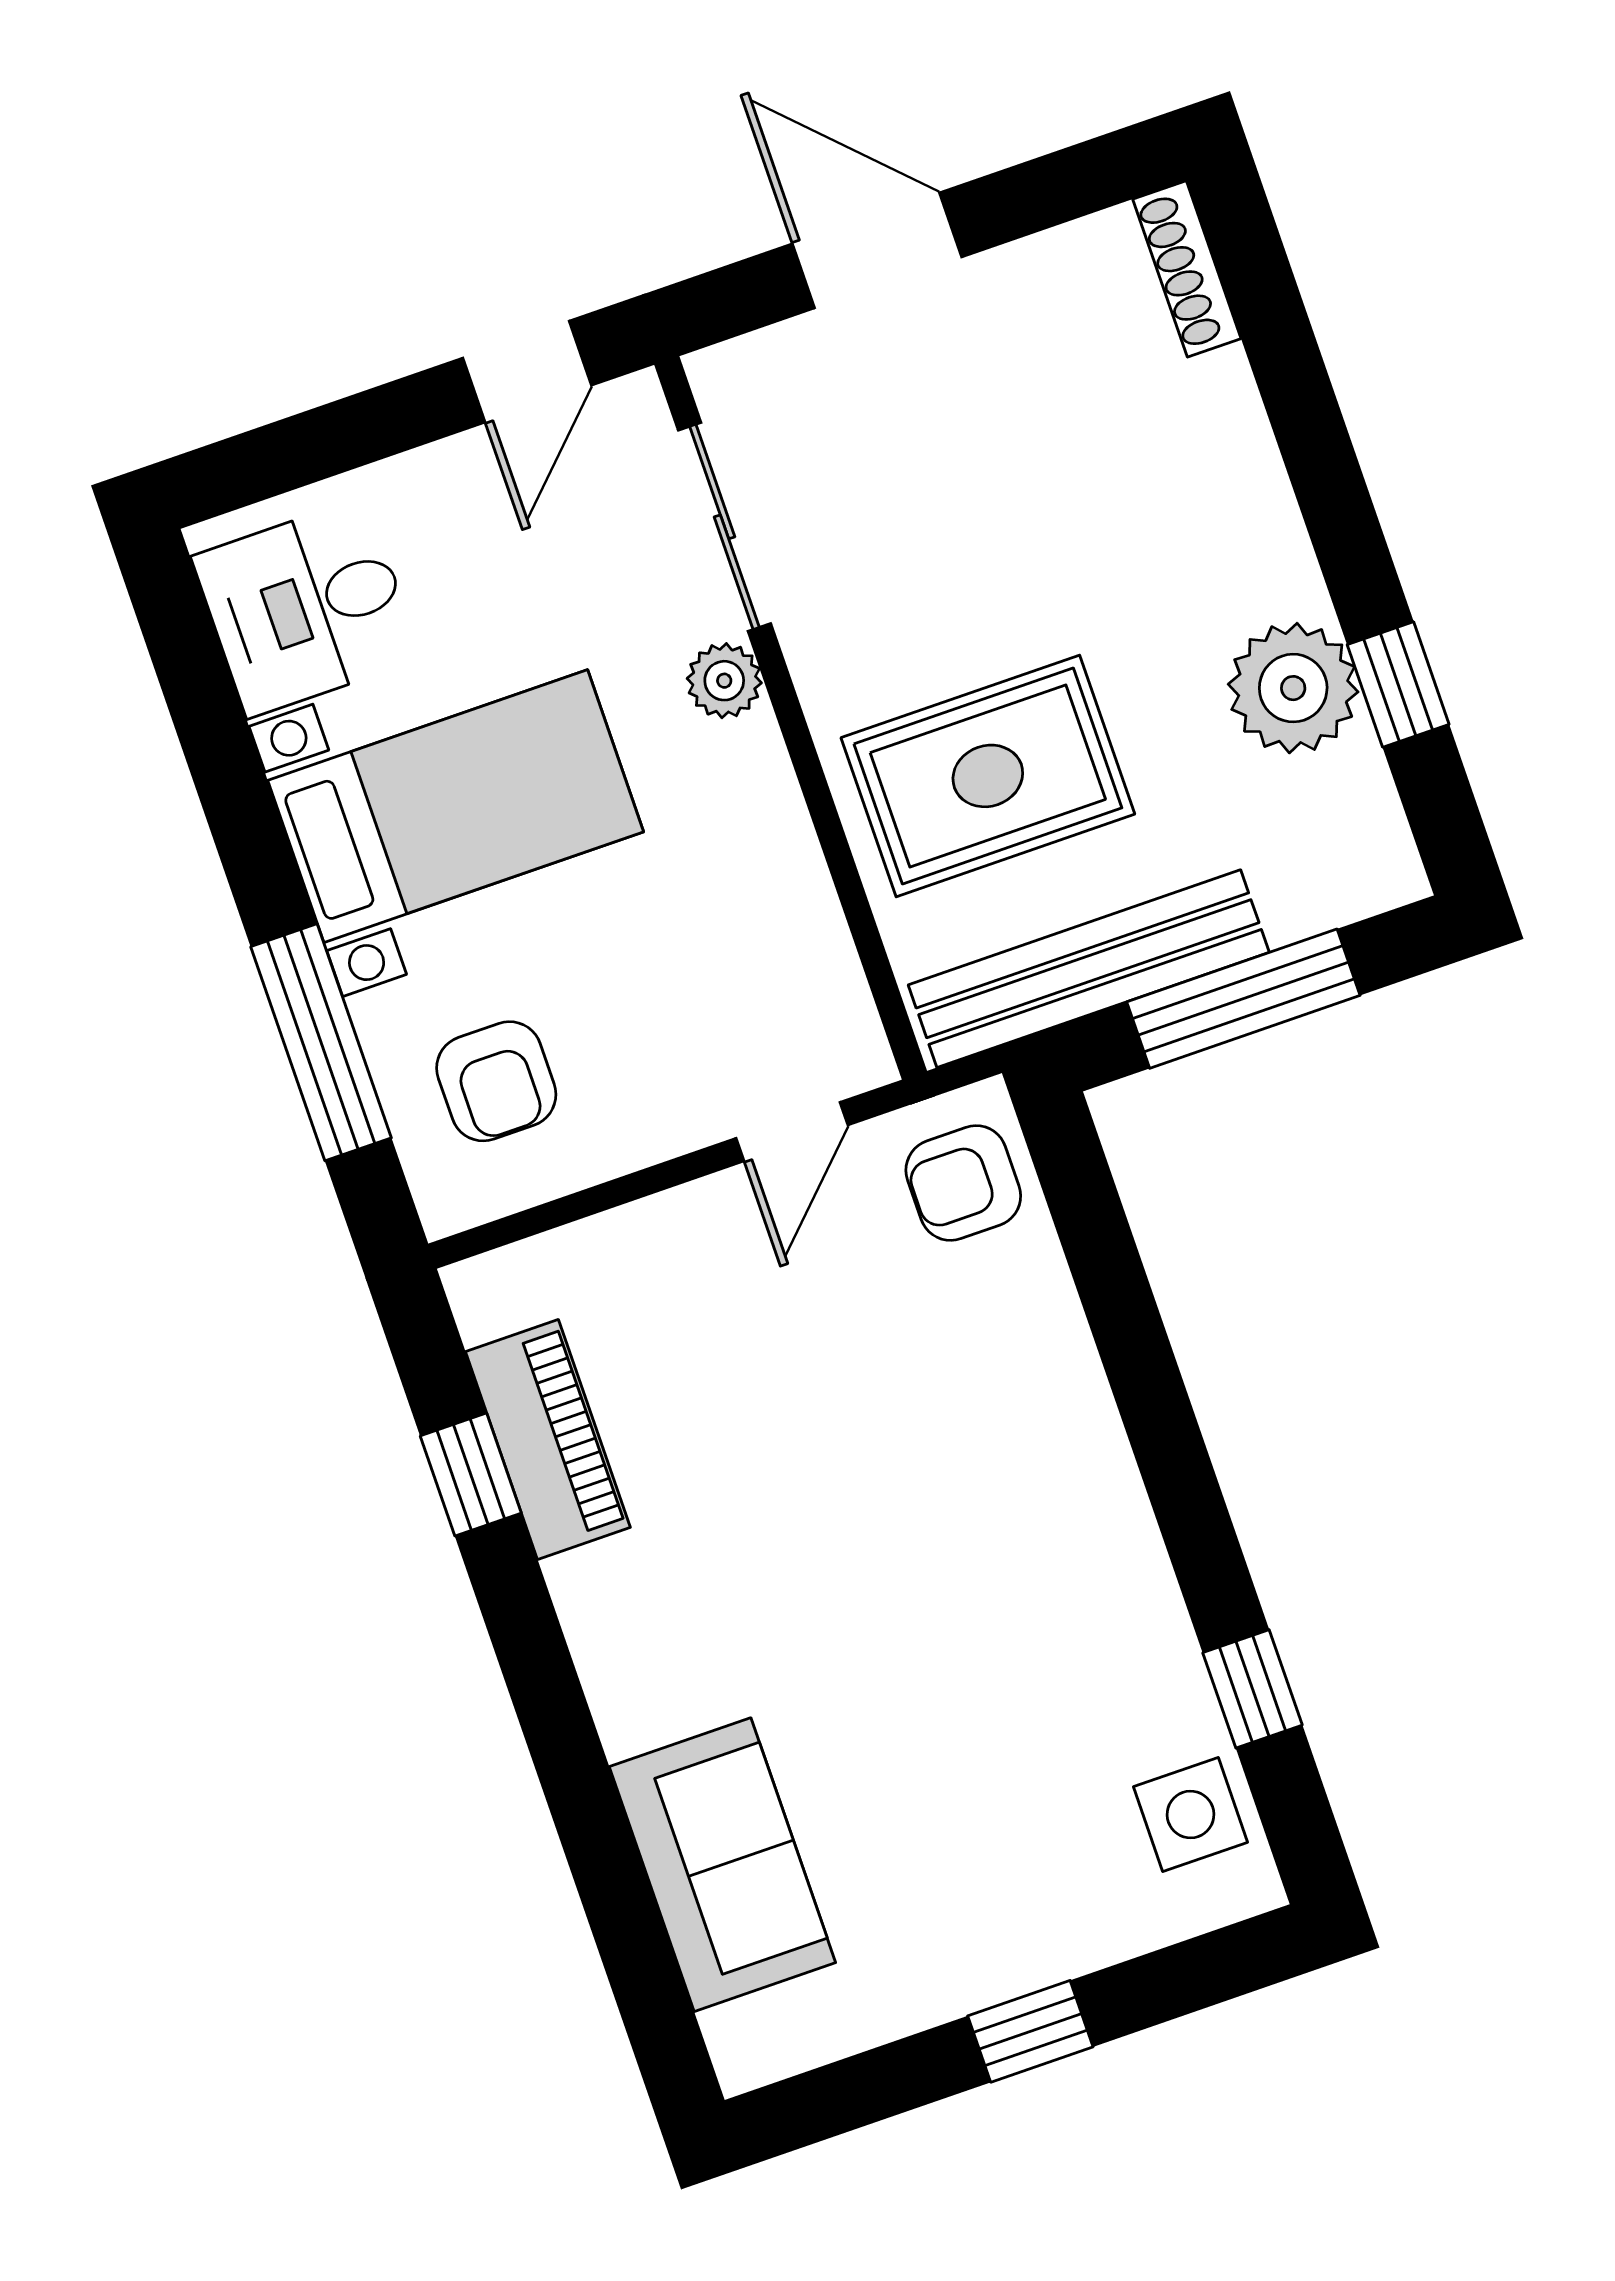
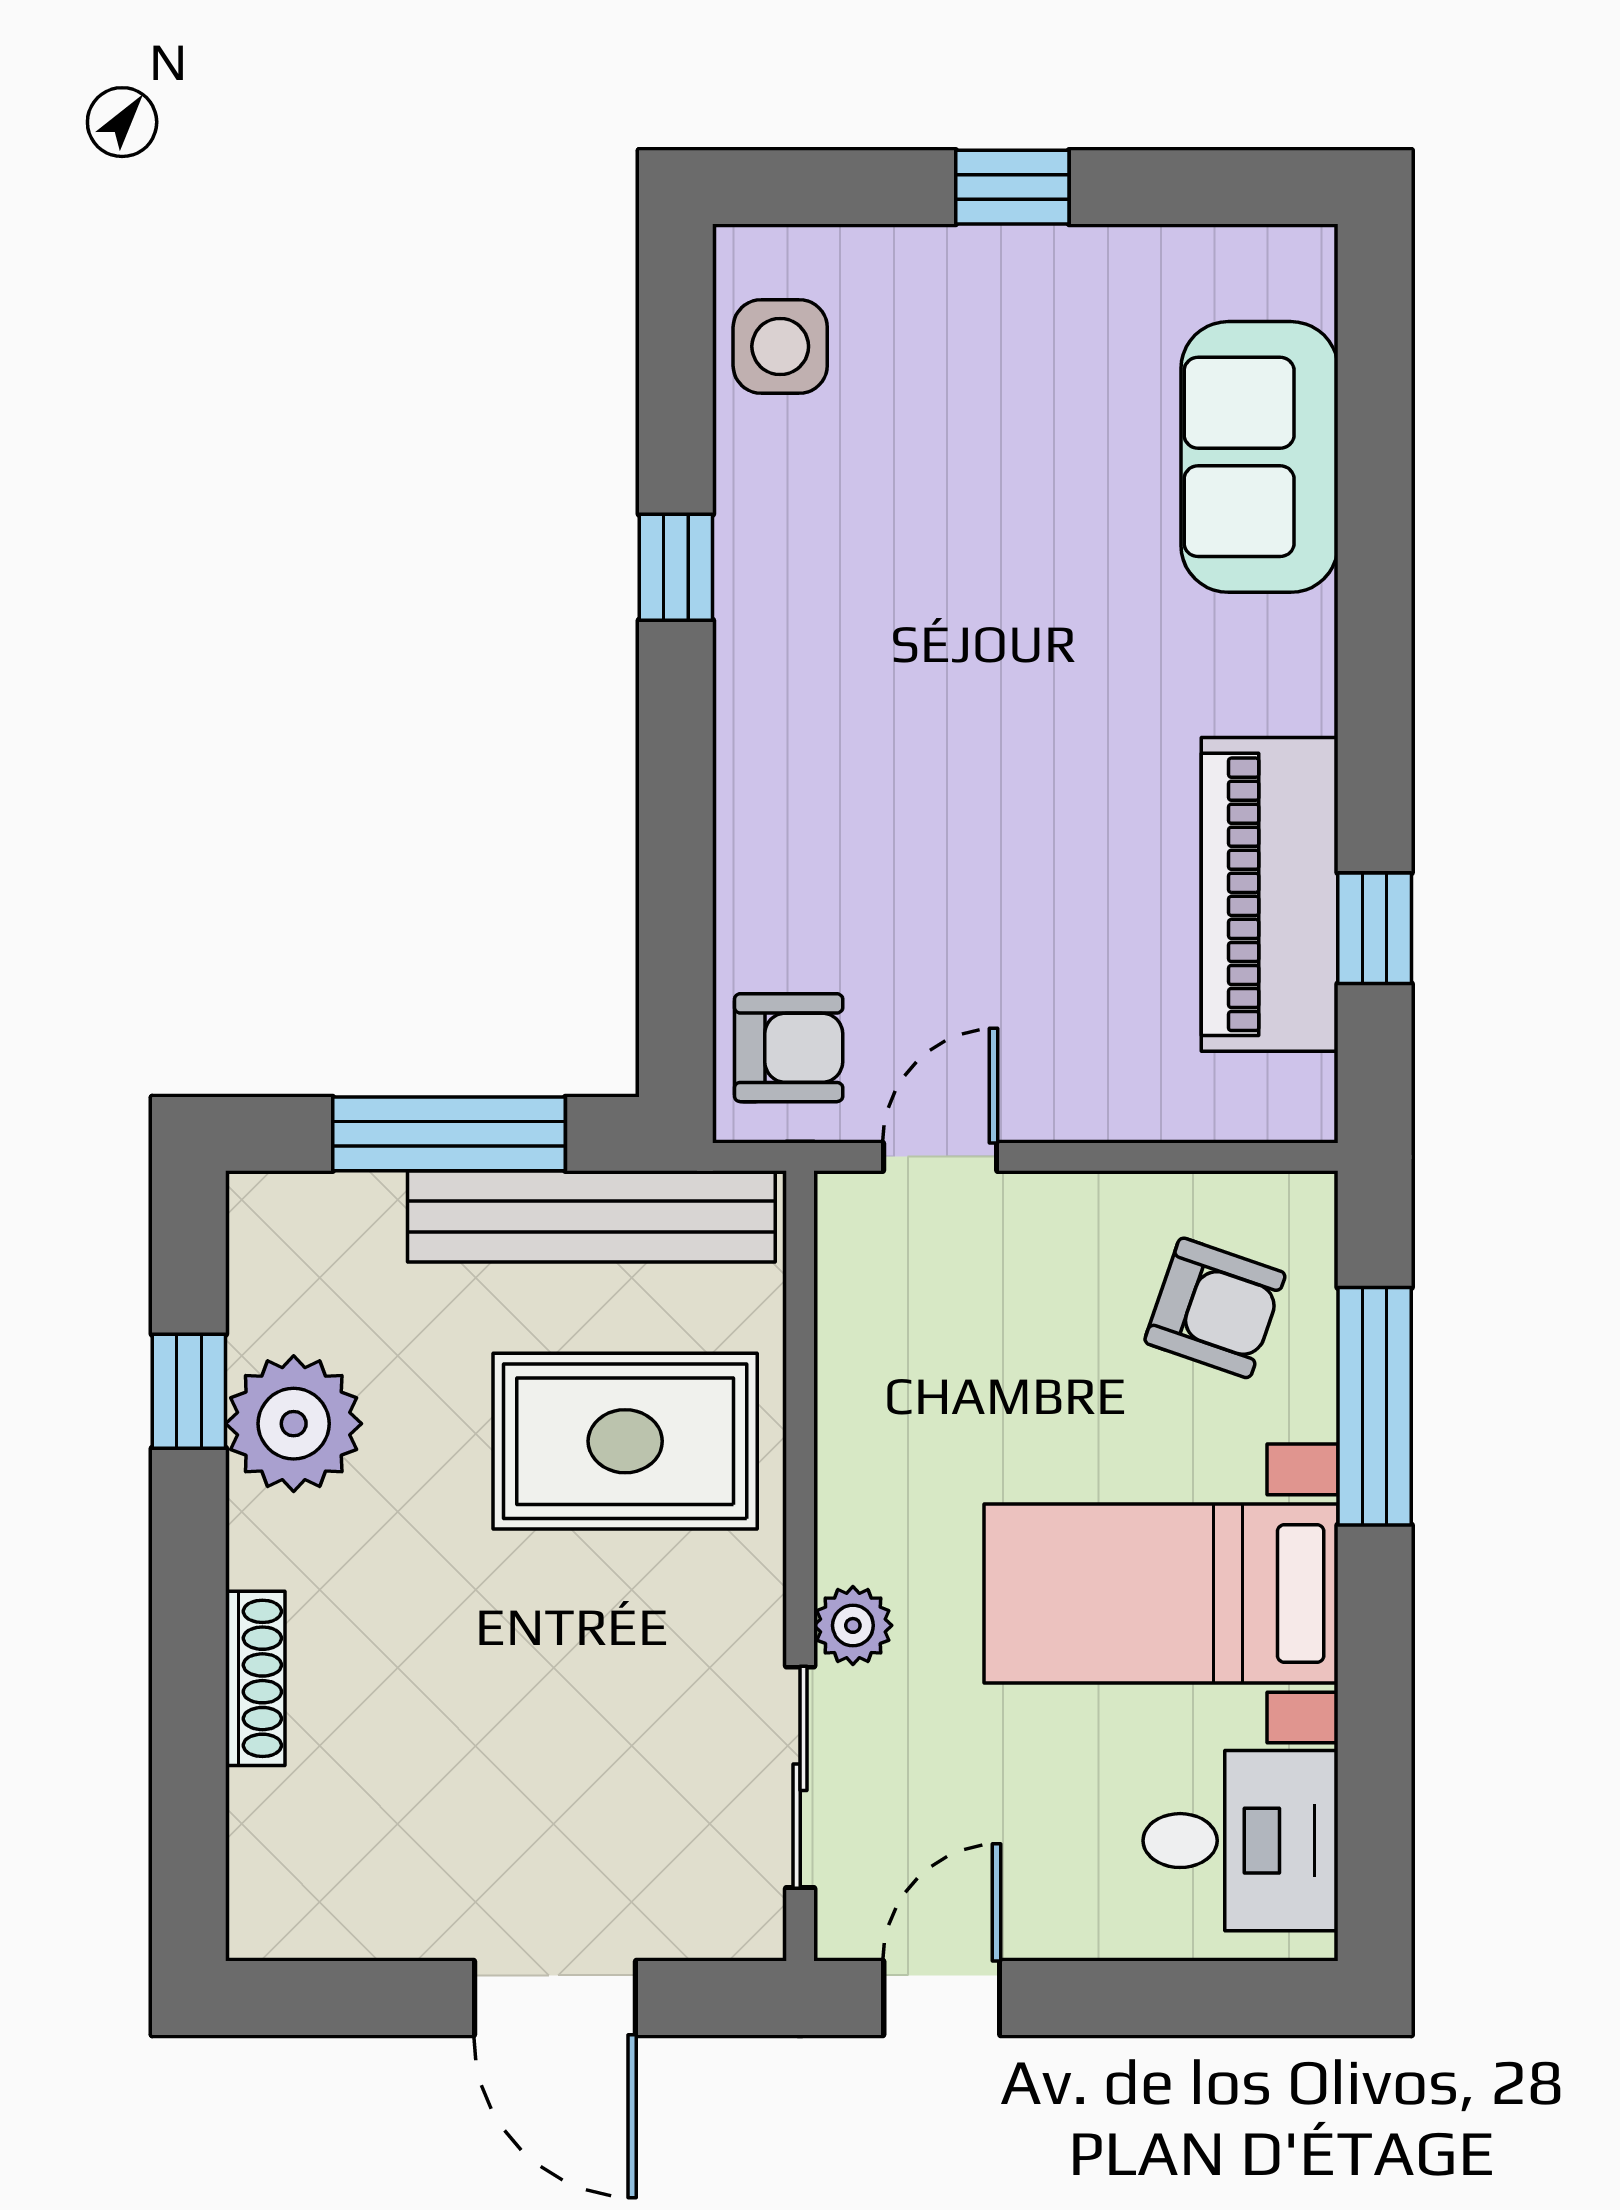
shoe rack: (1187, 269) -> (255, 1678), moved
armchair: (496, 1081) -> (1215, 1308), turned 109
piano: (548, 1440) -> (1270, 894), width x1.37, depth x1.33
window: (1253, 1689) -> (676, 567), moved

